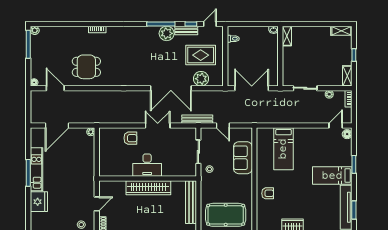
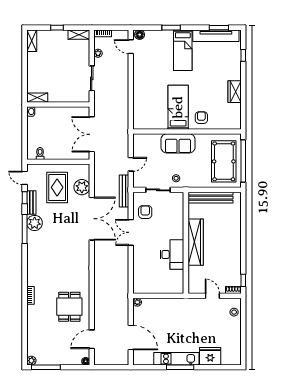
armchair: (130, 138) -> (145, 212), moved
bed: (283, 149) -> (178, 107), moved, turned -90
sofa: (243, 158) -> (178, 143), moved
desk: (147, 165) -> (172, 254), moved

